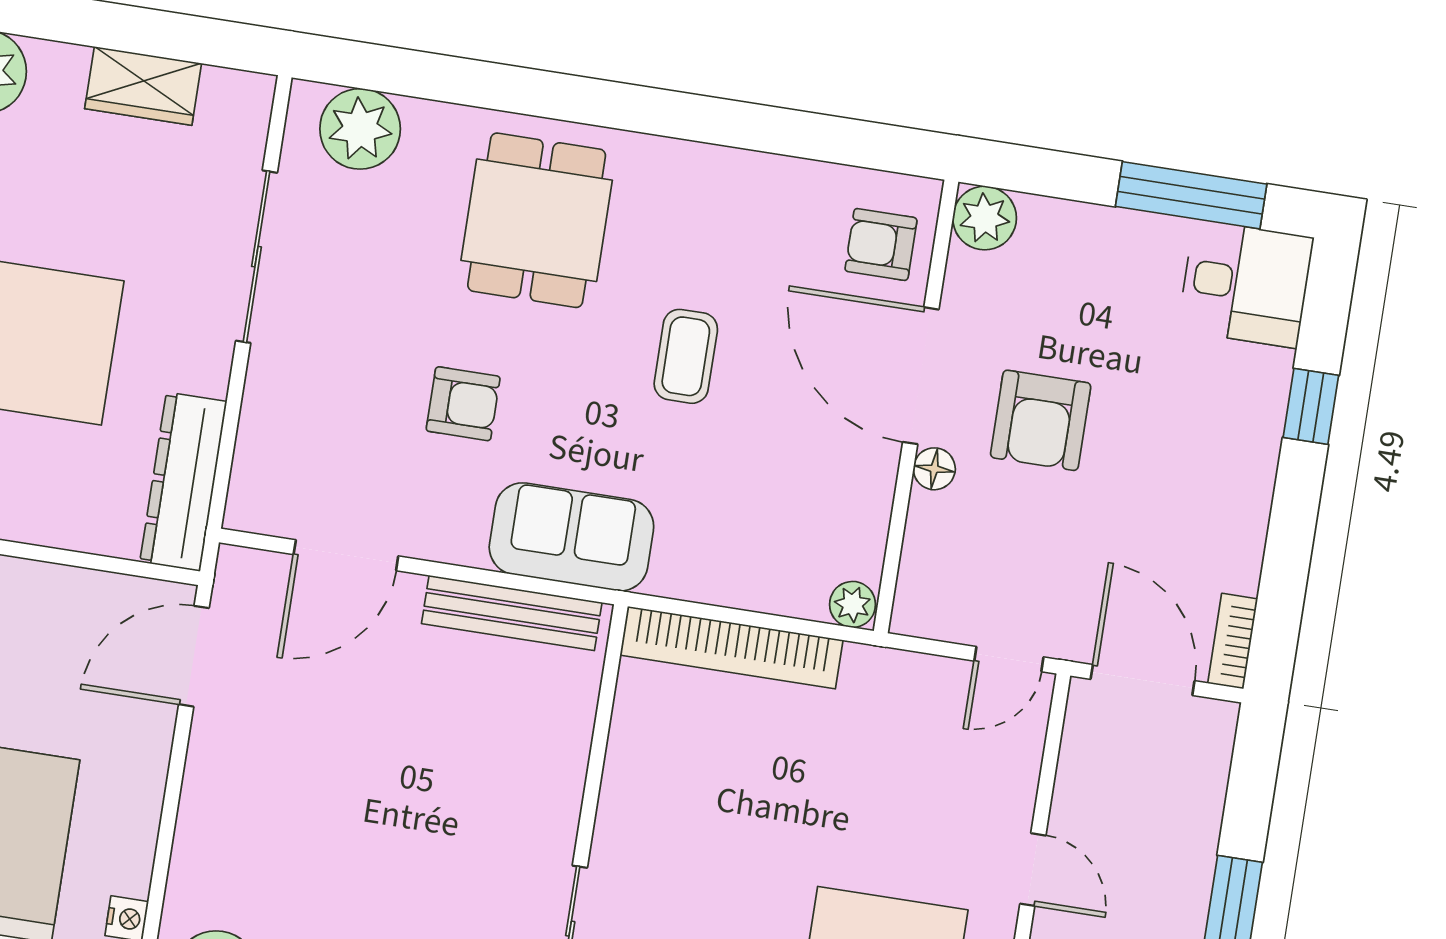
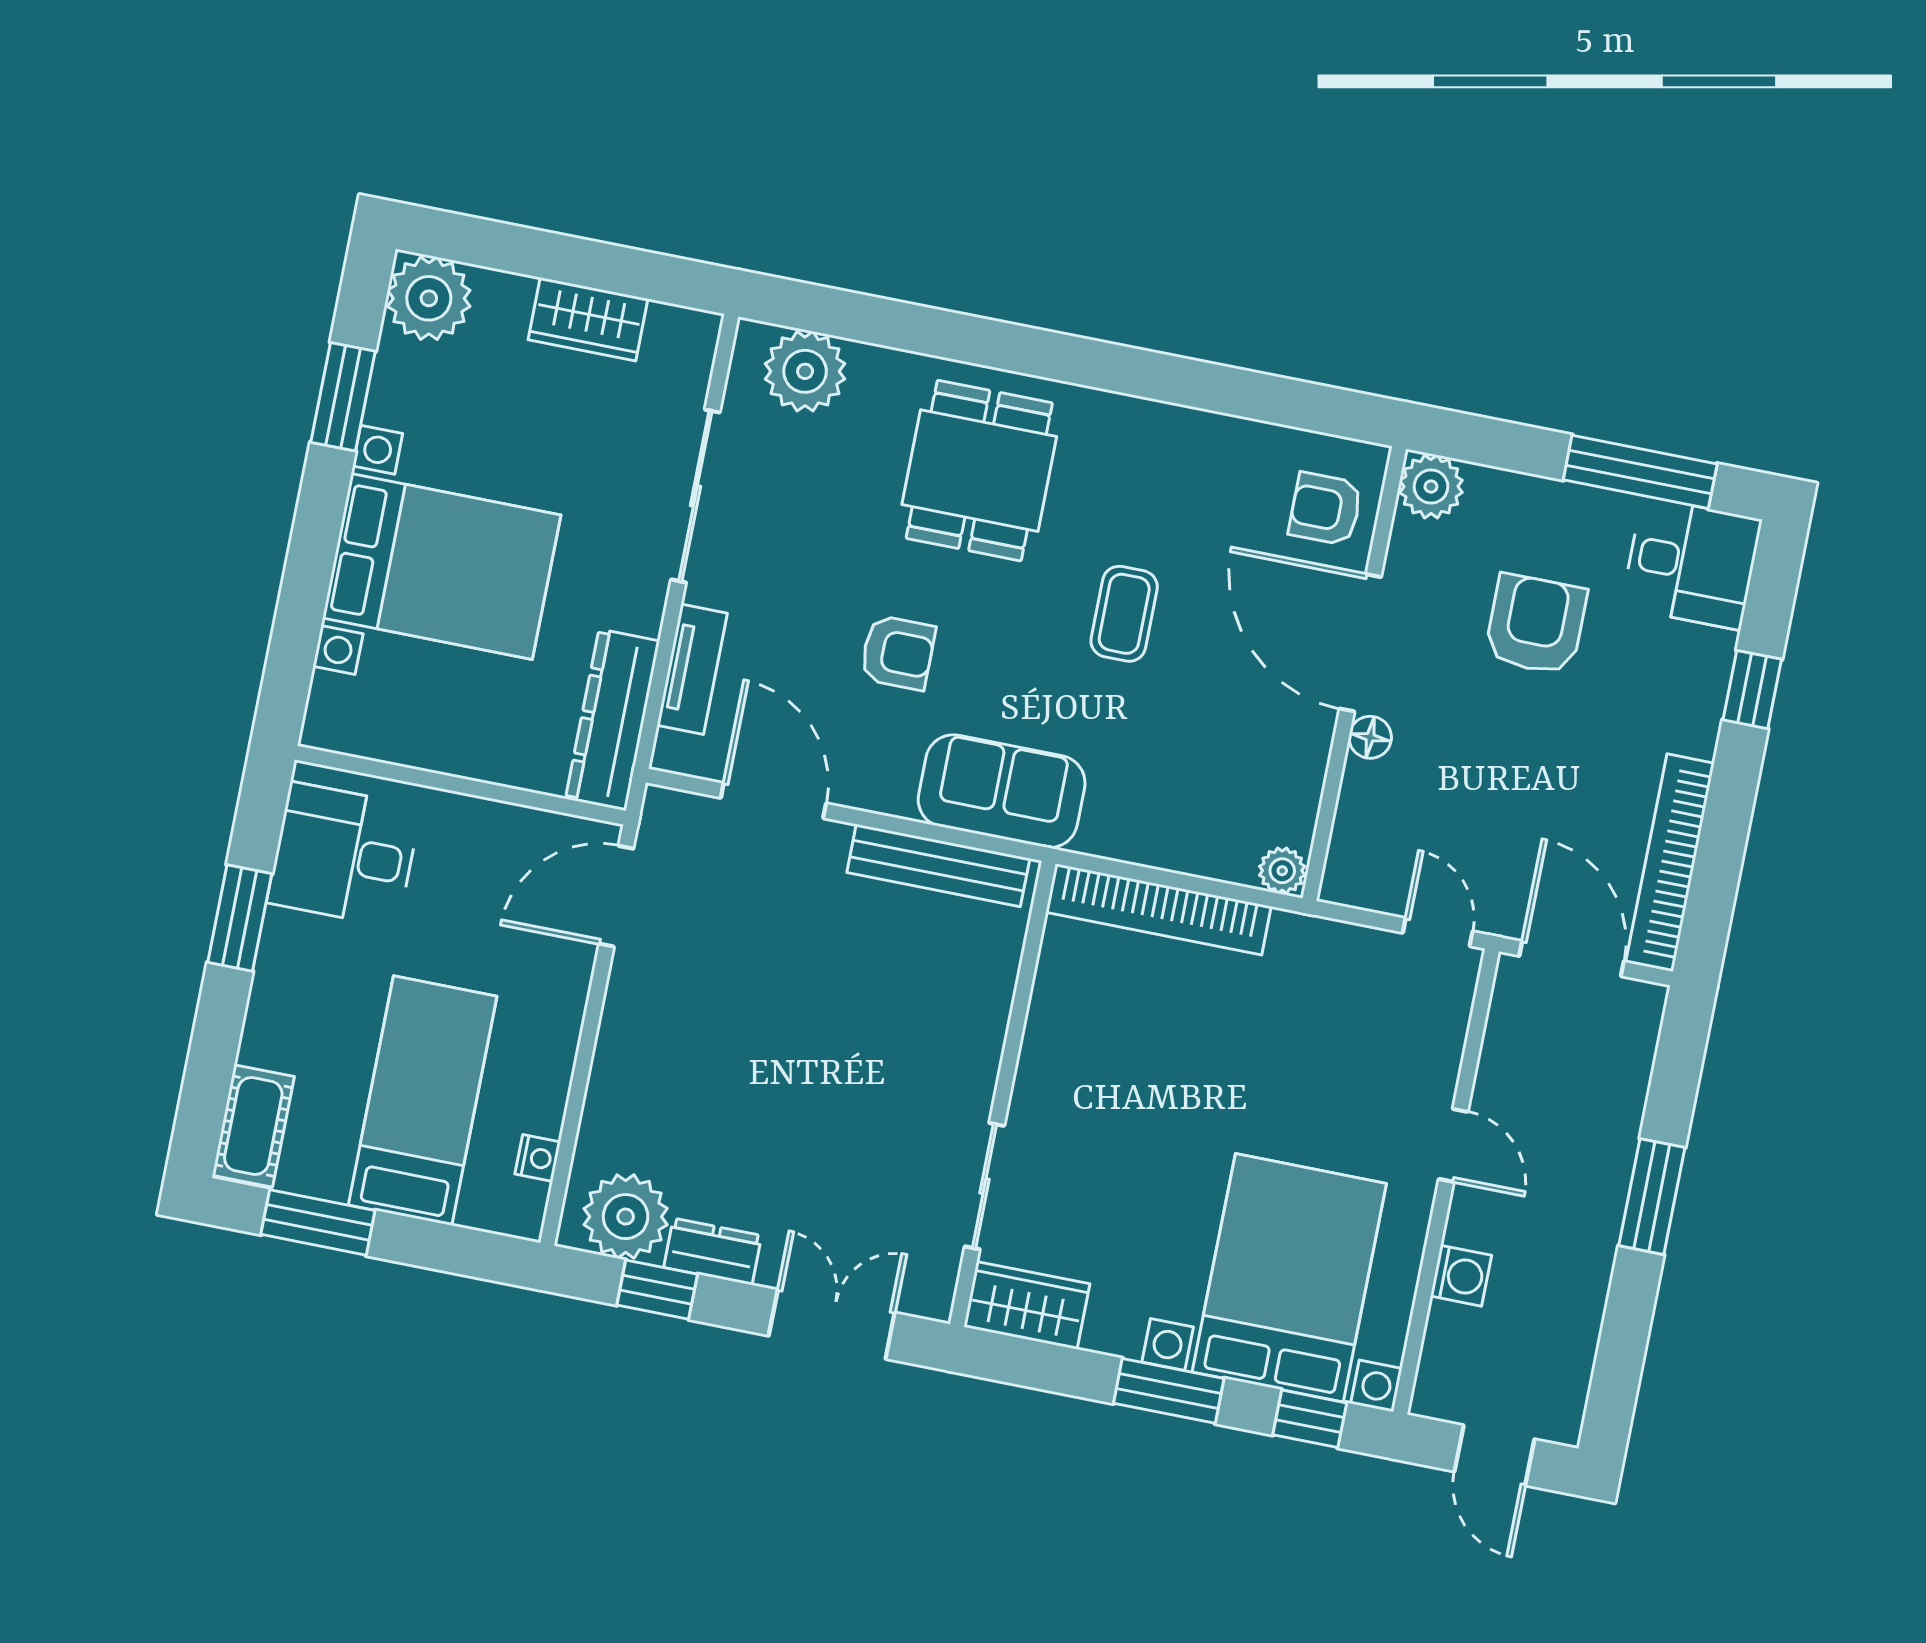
armchair: (1041, 420) -> (1536, 624), moved, turned 180
tv unit: (260, 428) -> (692, 669), added
door: (346, 555) -> (773, 801), swing flipped
bookcase: (1233, 641) -> (1670, 863), width x2.31, depth x1.31
door: (1009, 659) -> (1438, 932), swing flipped

